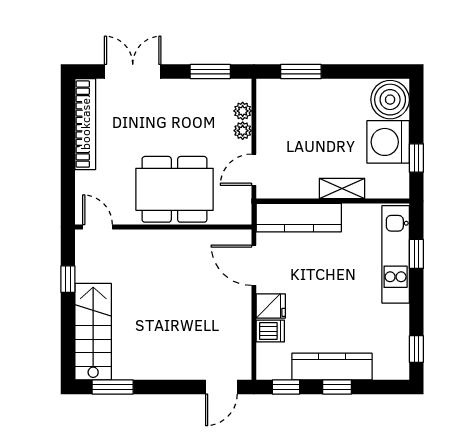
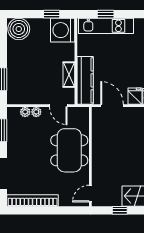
washing machine: (388, 142) -> (63, 30), moved, turned 90
shelving: (342, 188) -> (69, 75), moved
door: (254, 265) -> (112, 106), swing flipped

